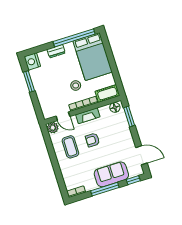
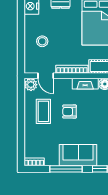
window: (29, 81) -> (21, 27), removed
stool: (76, 85) -> (42, 41), moved
fireplace: (88, 116) -> (85, 84), moved

